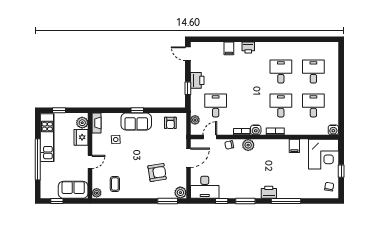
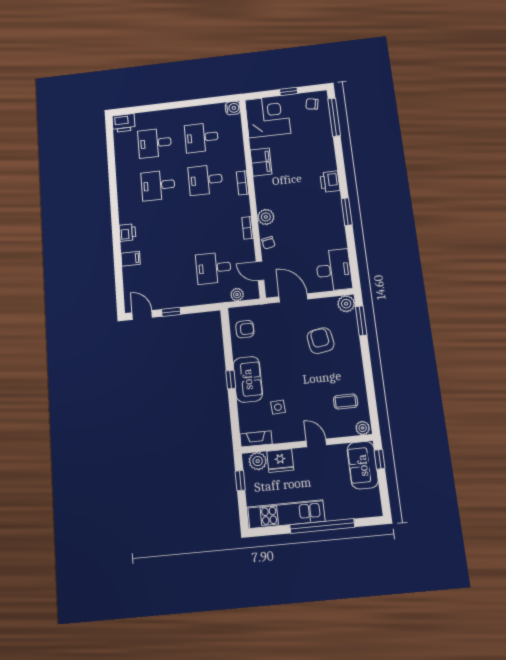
door: (188, 54) -> (142, 315), swing flipped
printer: (197, 80) -> (124, 123), moved, turned 180
window: (188, 88) -> (171, 312), moved
window: (59, 110) -> (240, 481), moved
water cooler: (256, 130) -> (243, 209), removed
filing cabinet: (294, 146) -> (261, 162), width x2.00
window: (57, 201) -> (380, 459), moved
window: (222, 201) -> (351, 244), removed
window: (286, 201) -> (334, 117), moved

